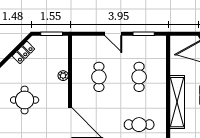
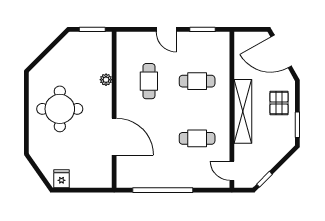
locker: (23, 52) -> (58, 52), removed
cafe table: (139, 77) -> (197, 81), turned 90
round table: (25, 100) -> (60, 109), width x1.36, depth x1.36

